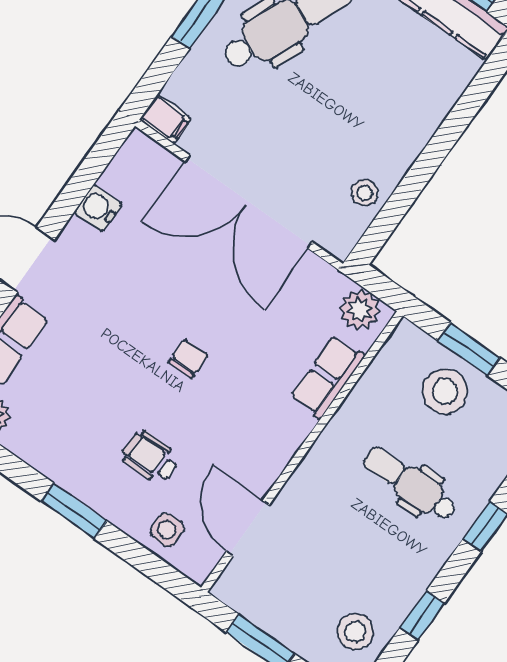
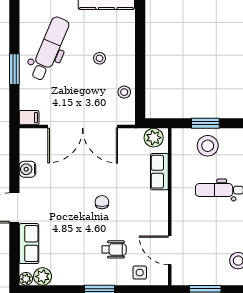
stool: (363, 102) -> (100, 58), added
wheelchair: (150, 457) -> (114, 249), turned 180

